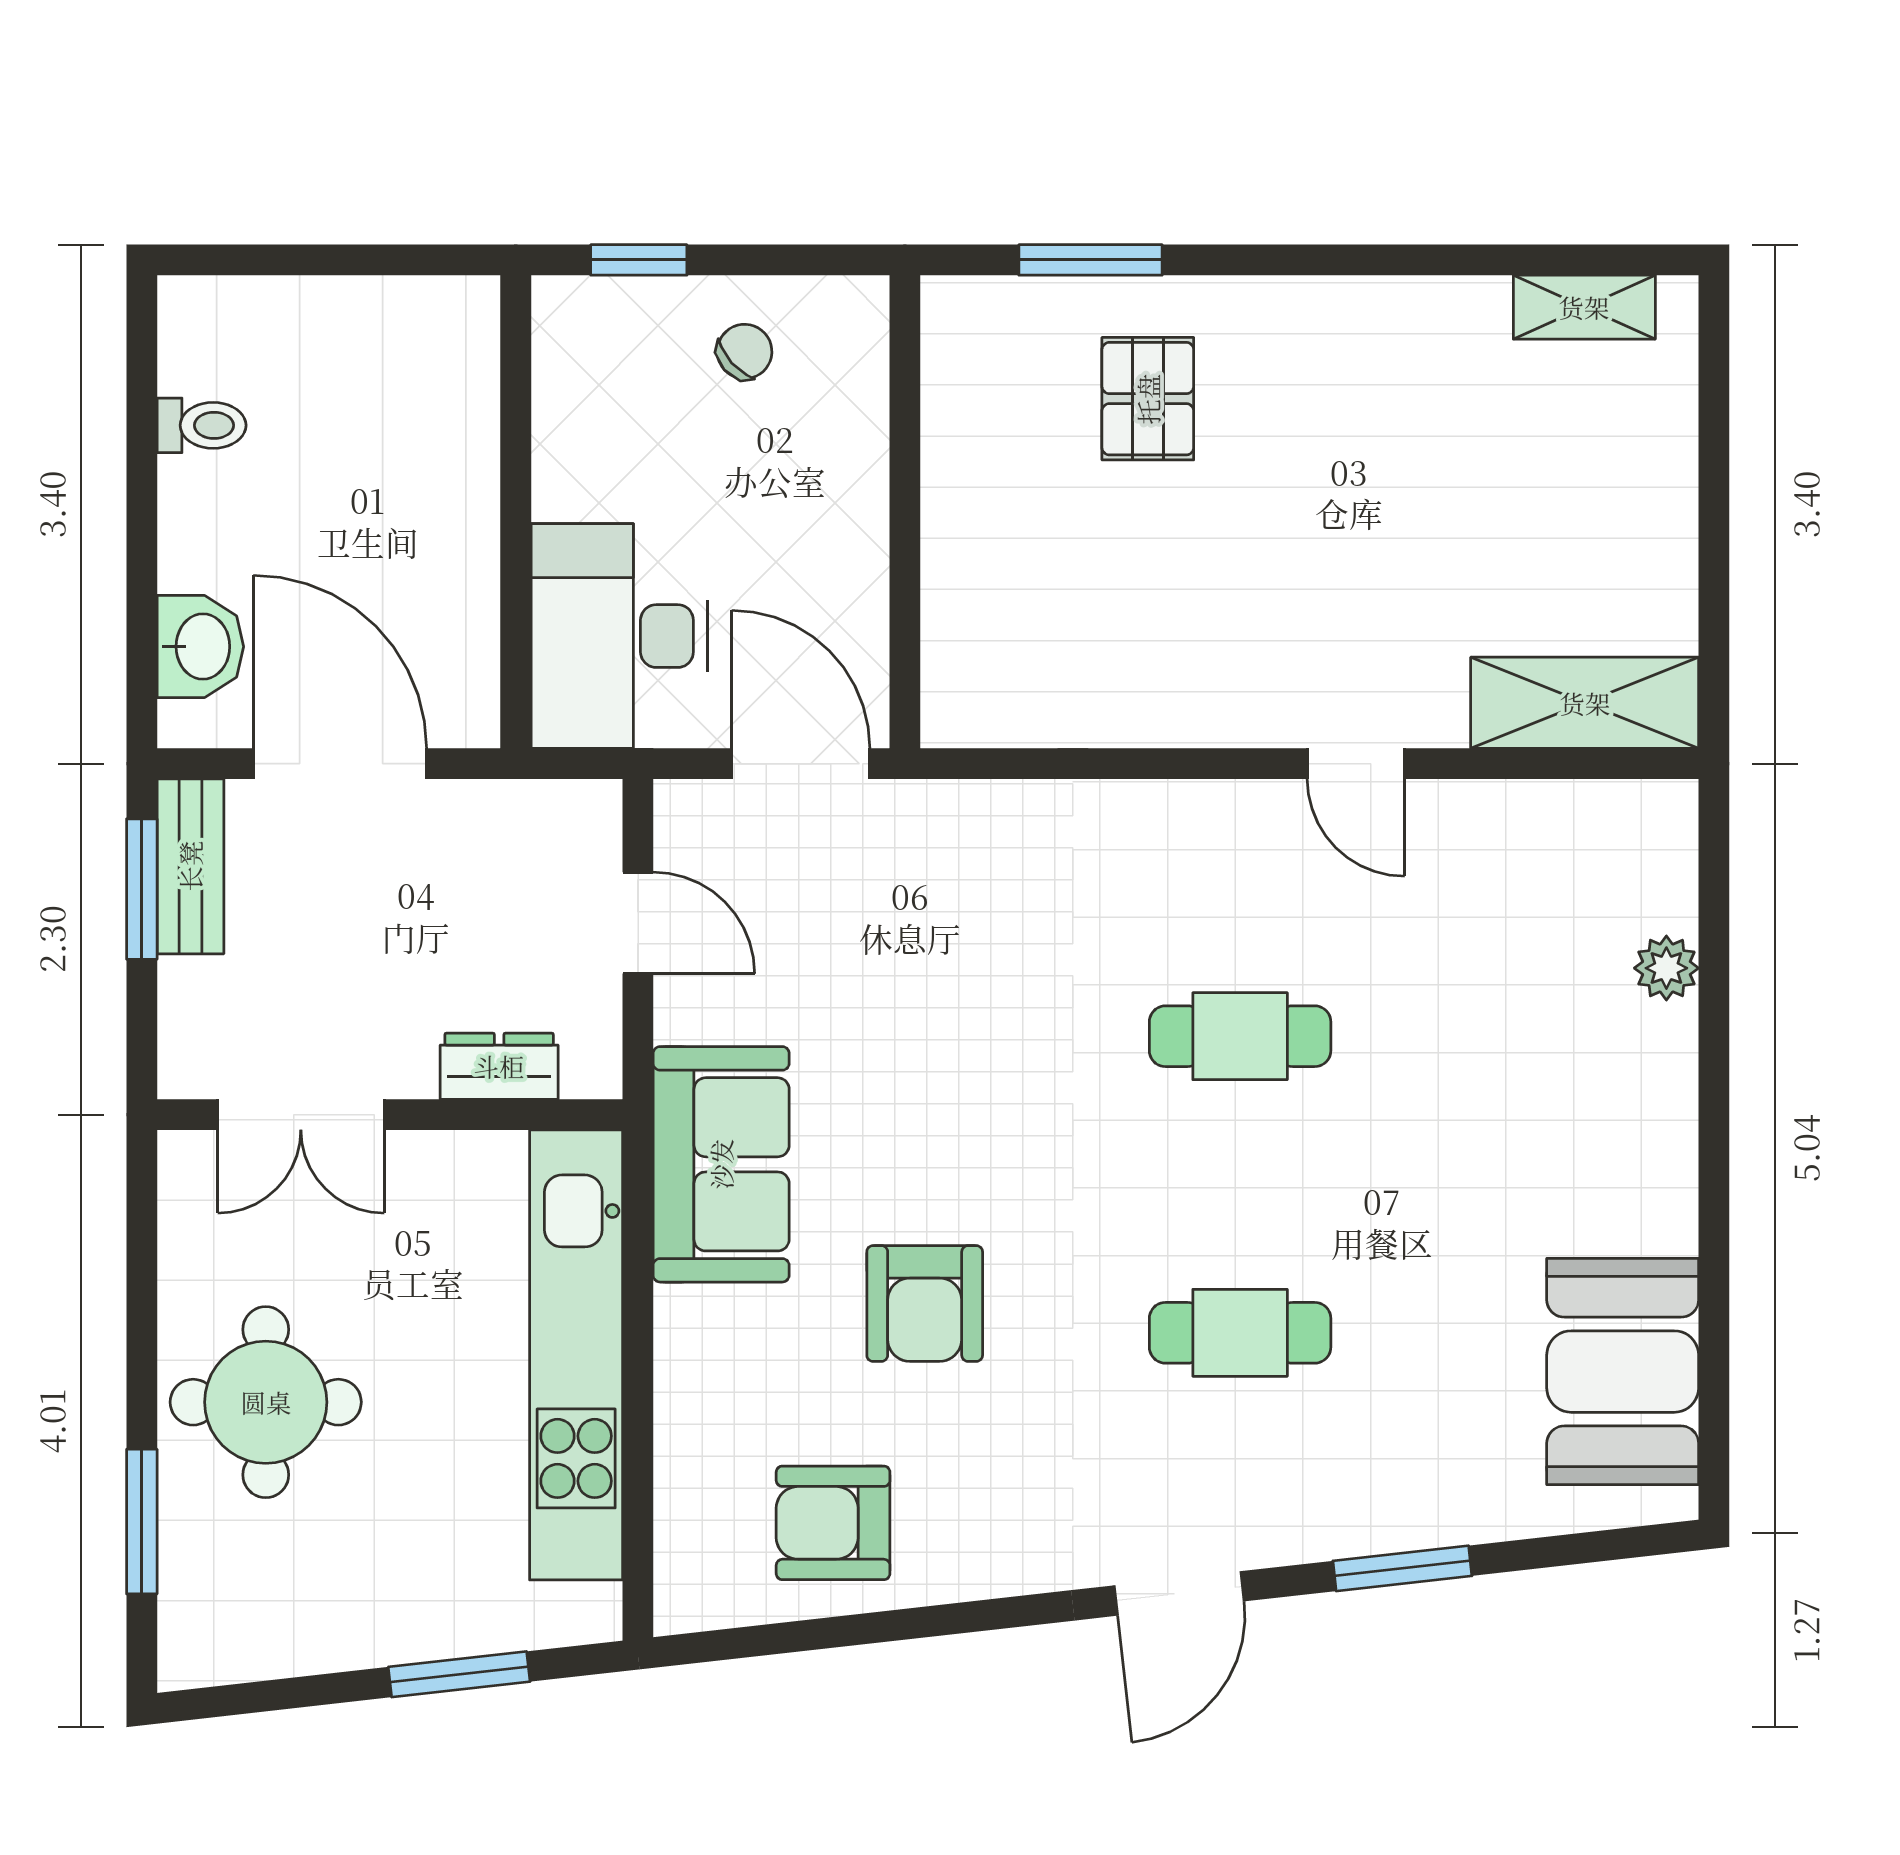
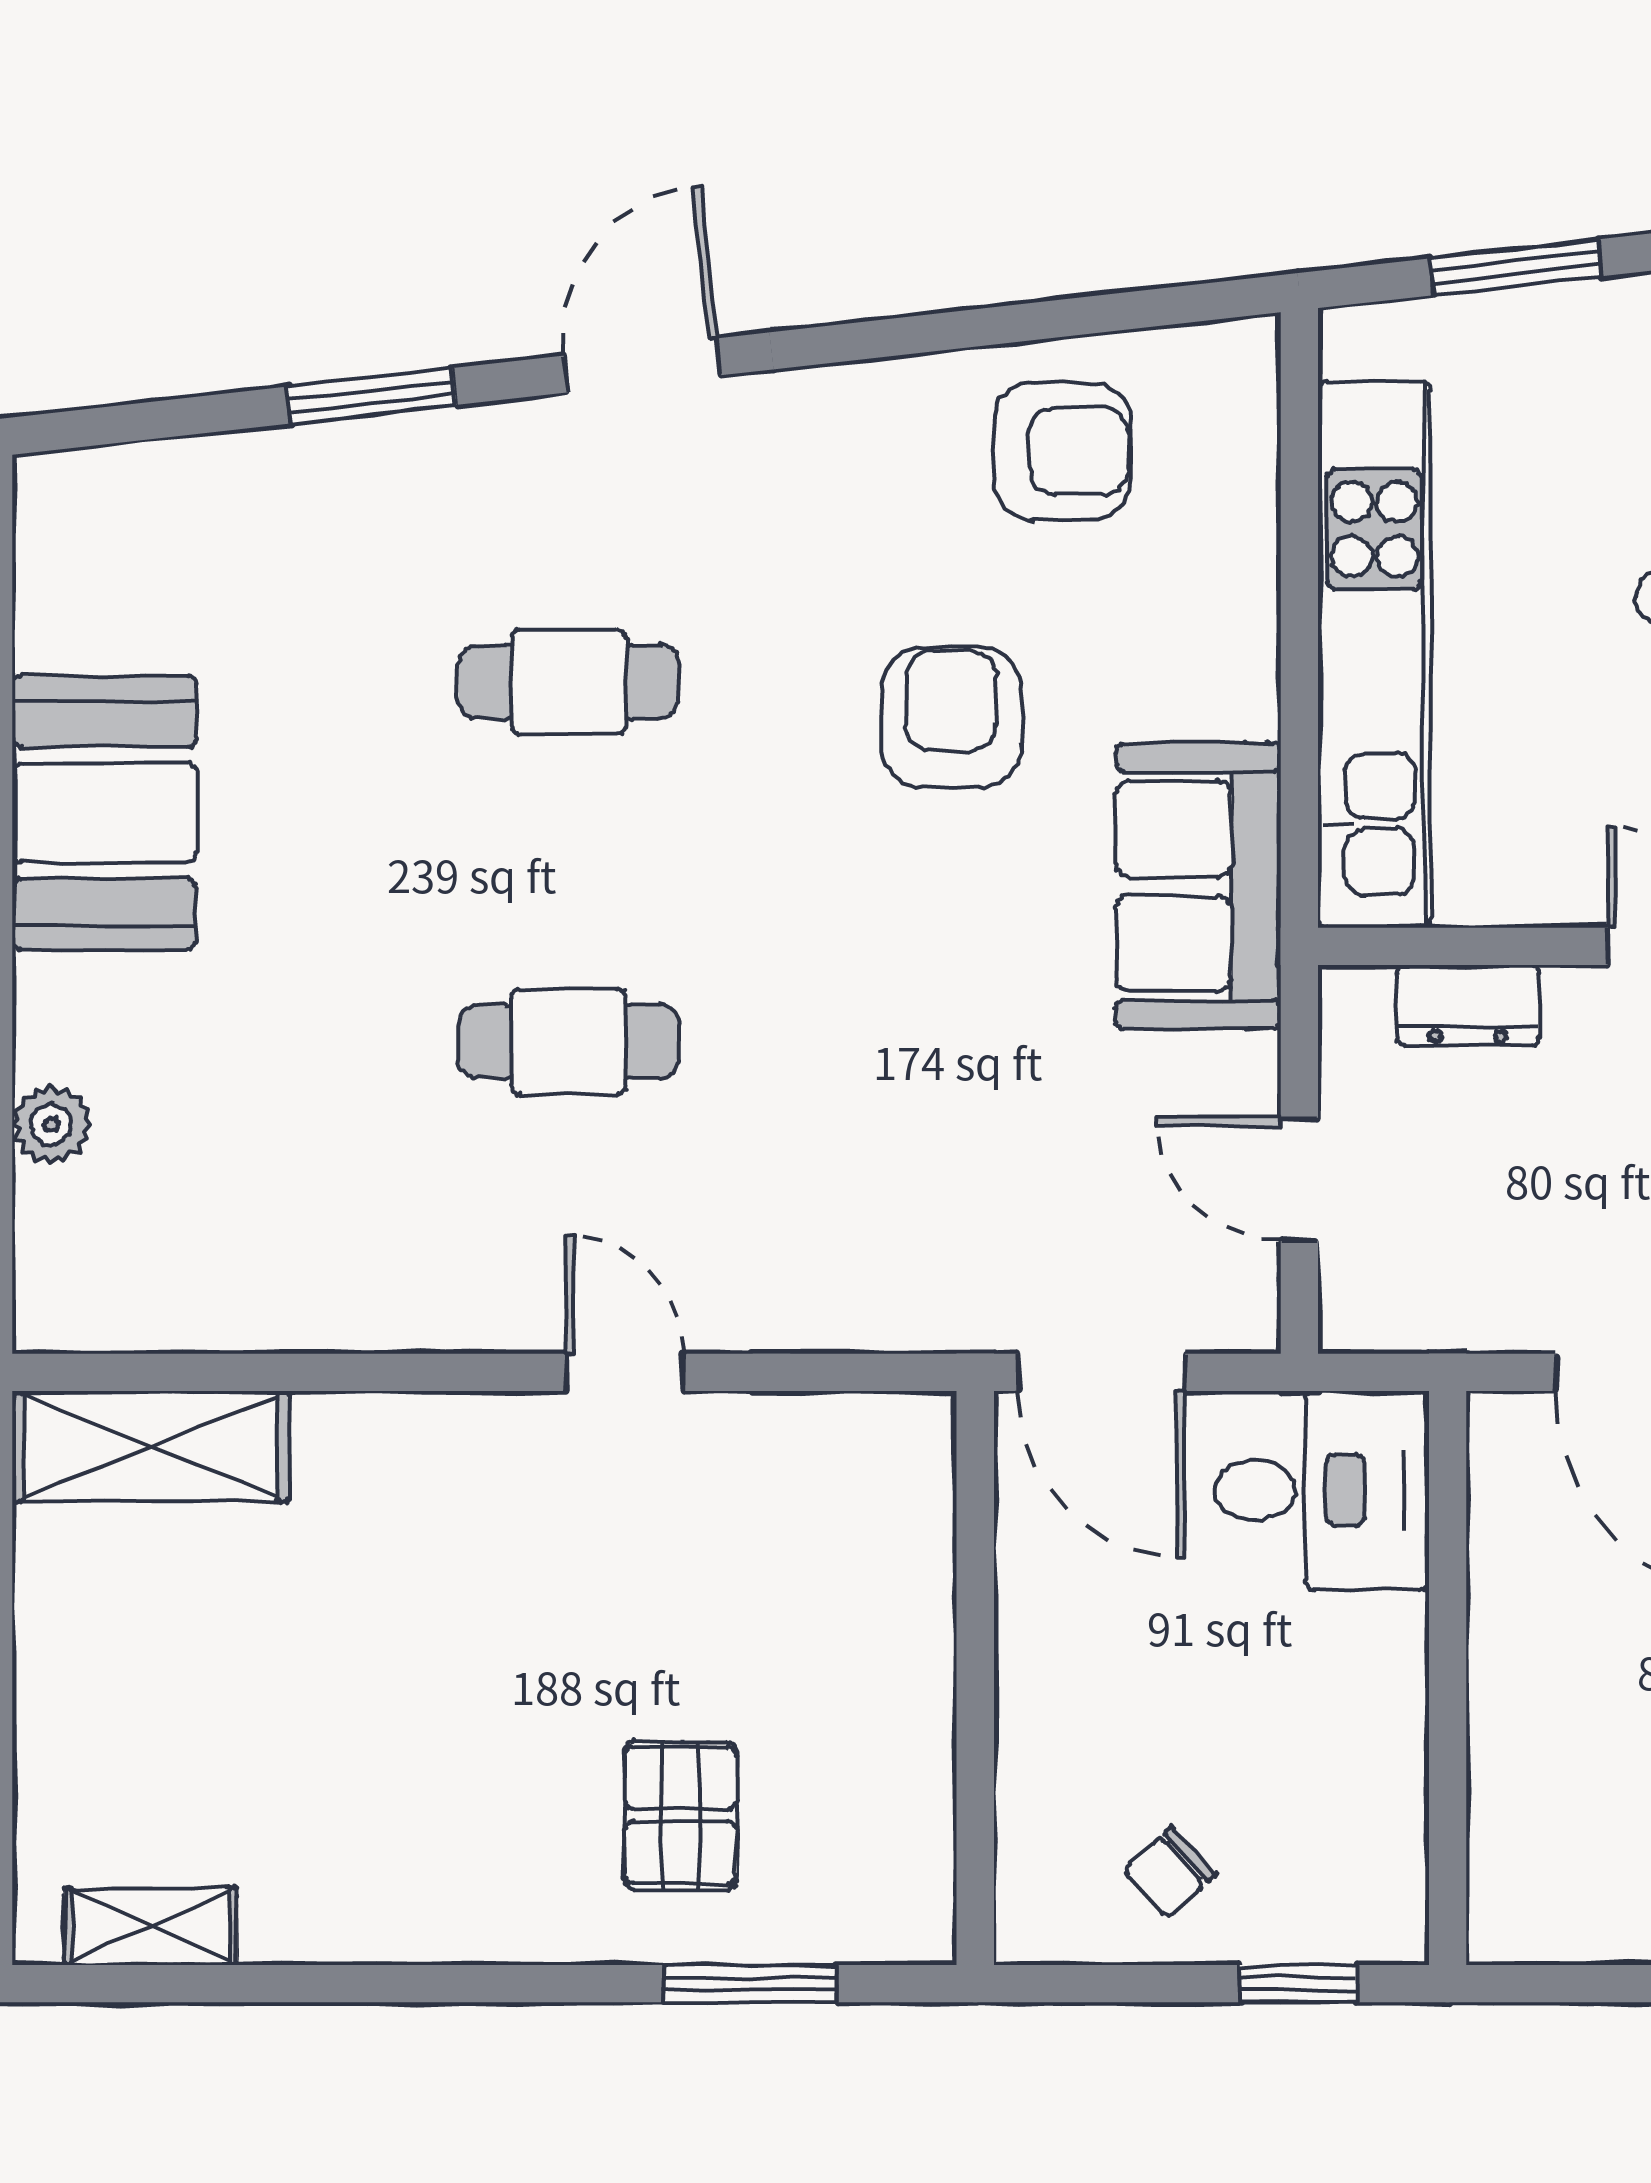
desk: (619, 636) -> (1322, 1490), width x0.73
door: (1356, 764) -> (624, 1372), moved
booth: (1623, 1372) -> (104, 813), moved

